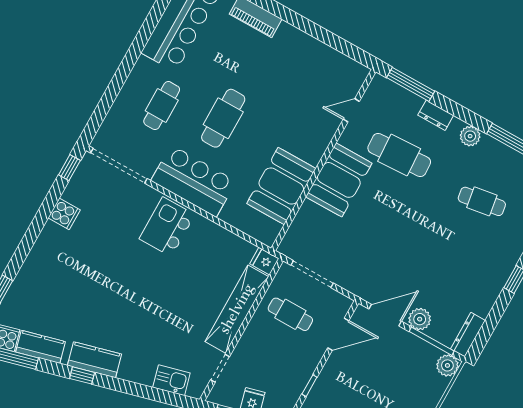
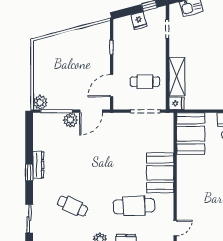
door: (351, 110) -> (175, 228), moved
booth: (281, 186) -> (191, 134), moved
cafe table: (482, 201) -> (73, 206), turned 33
shelving: (237, 309) -> (177, 77), width x0.68
dresser: (468, 335) -> (38, 165), moved

